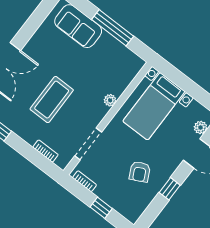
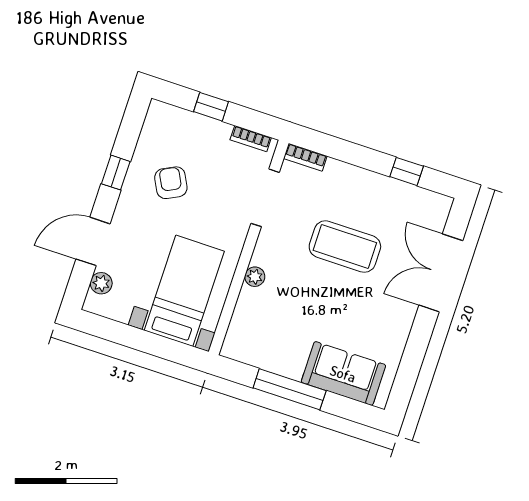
coffee table: (52, 100) -> (345, 247), turned 90
bookcase: (46, 151) -> (305, 157), moved

